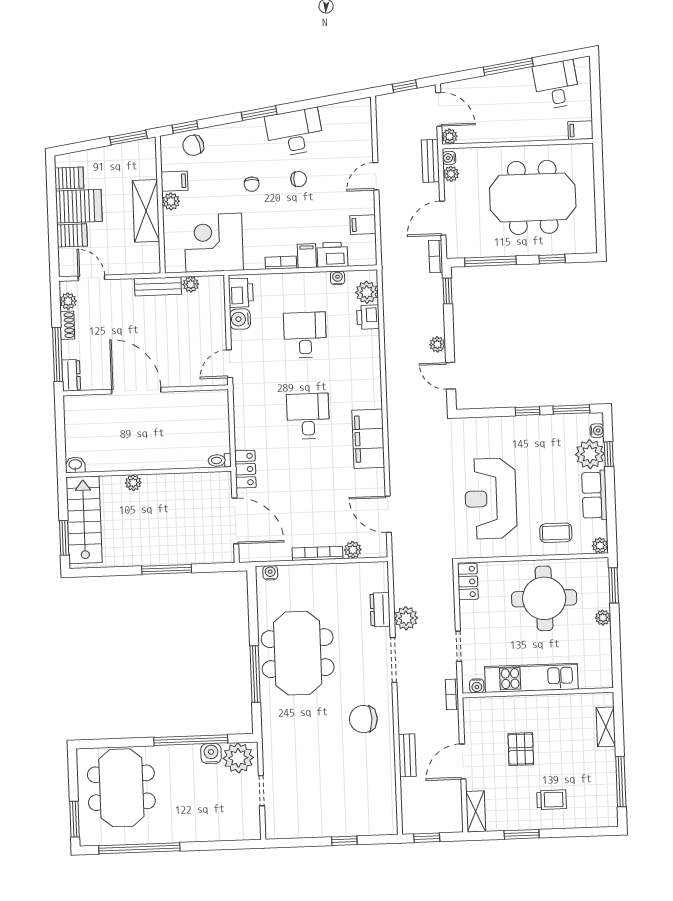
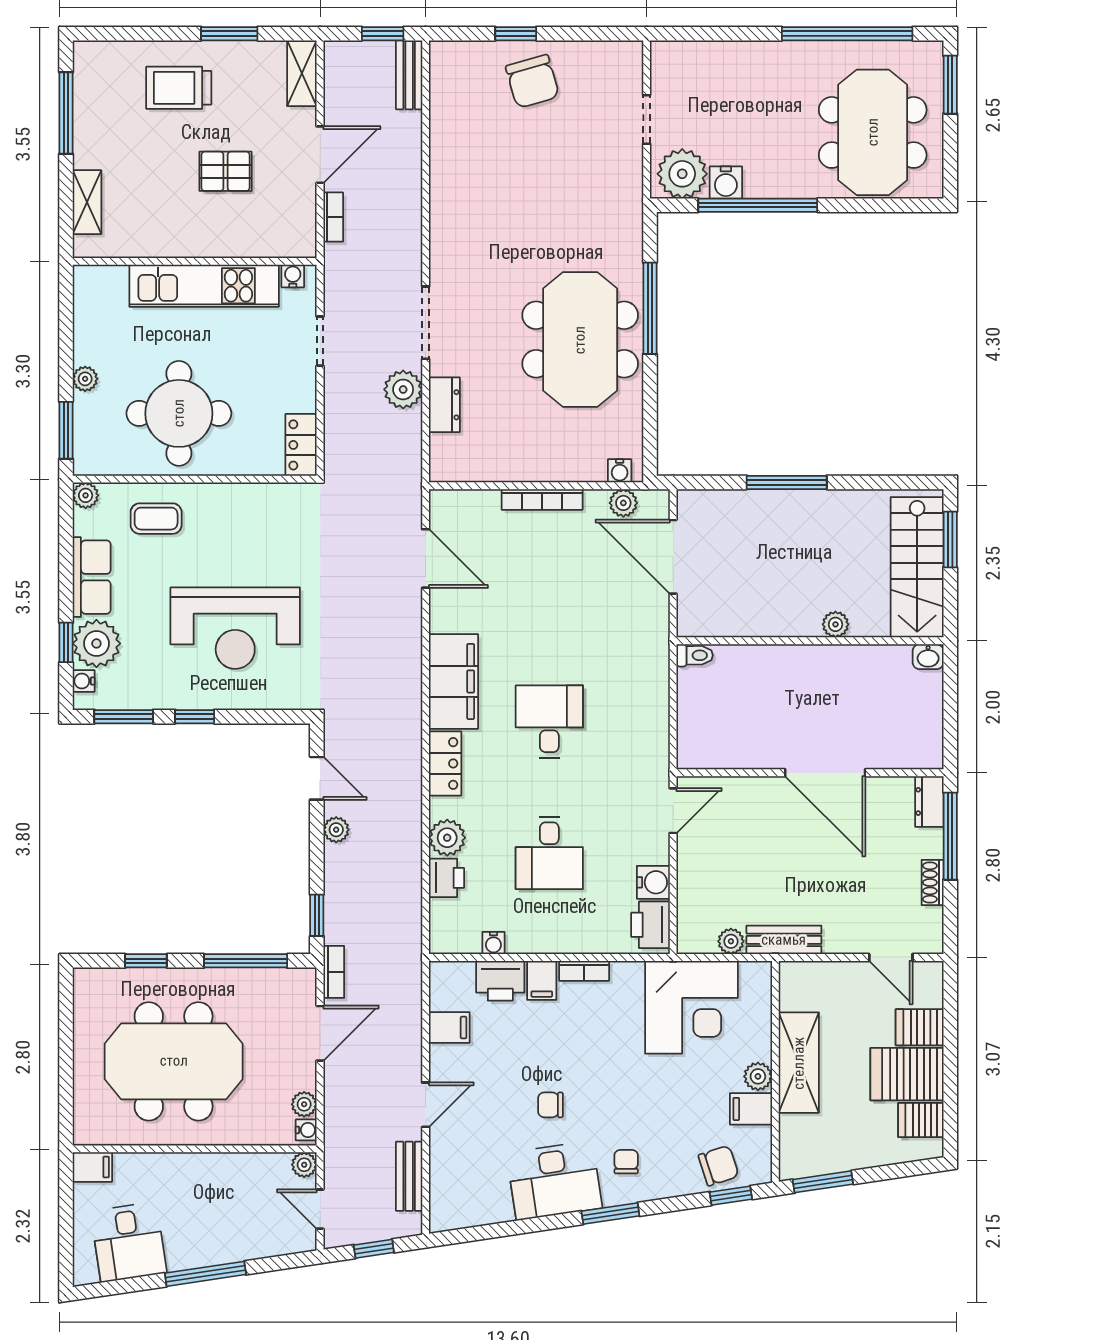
door: (439, 109) -> (320, 1209), width x0.73
bench: (430, 161) -> (409, 1176), moved
chair: (252, 184) -> (626, 1162), moved
plant: (367, 292) -> (447, 838), moved
plant: (68, 301) -> (930, 922), removed
desk: (308, 416) -> (549, 722), turned 180
locker: (245, 469) -> (445, 763), moved, turned 180
reception desk: (491, 499) -> (235, 628), moved, turned 90
plant: (353, 550) -> (623, 503), moved
bookcase: (452, 694) -> (333, 217), moved
chair: (363, 719) -> (532, 81), moved, turned 74
pallet: (521, 749) -> (226, 171), turned 90
bench: (407, 755) -> (409, 75), moved
trolley: (552, 800) -> (179, 88), width x1.36, depth x1.39

